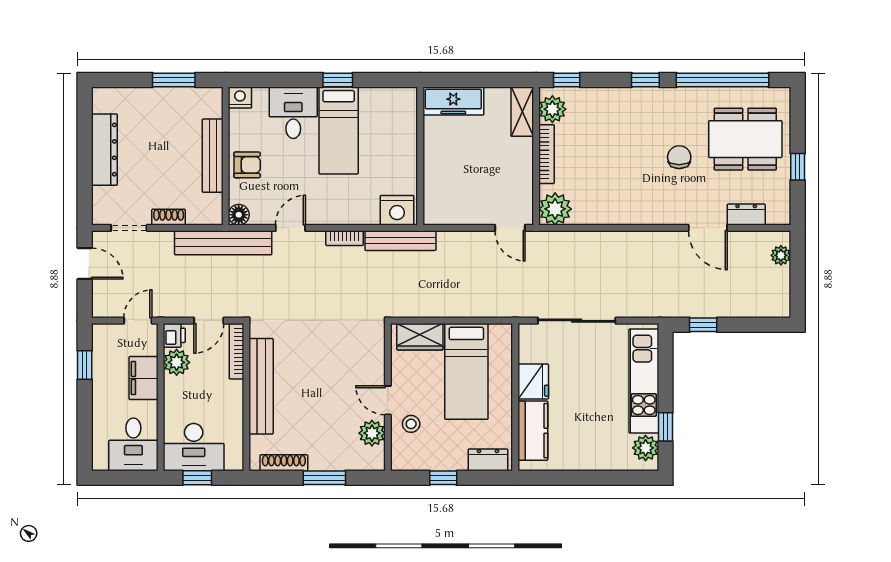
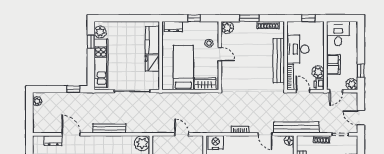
door: (290, 228) -> (265, 134), hinge flipped
door: (510, 228) -> (182, 134), moved
bench: (400, 241) -> (109, 128), moved
plant: (781, 255) -> (37, 101), moved
door: (209, 321) -> (303, 91), hinge flipped
plant: (104, 336) -> (352, 84), added
plant: (372, 433) -> (227, 27), moved
desk: (194, 447) -> (298, 49), moved, turned -90

